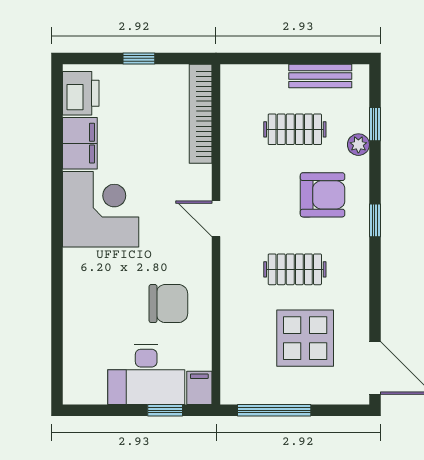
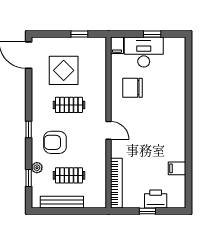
bench: (320, 76) -> (62, 202), width x1.36
printer: (81, 93) -> (156, 199), moved, turned 90
filing cabinet: (80, 143) -> (177, 168), width x0.50
corner desk: (101, 209) -> (167, 135), removed
window: (165, 410) -> (152, 34), moved
window: (274, 410) -> (79, 34), width x0.46

